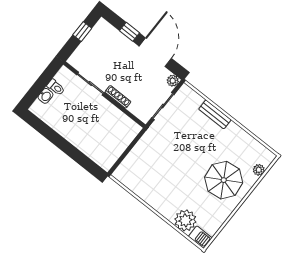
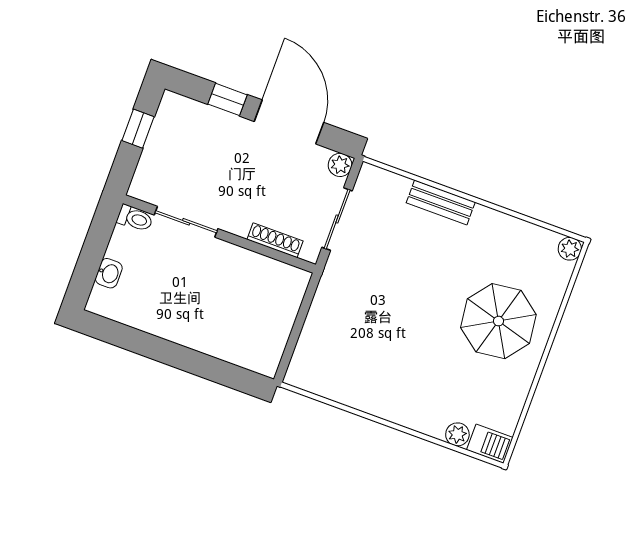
toilet: (56, 87) -> (135, 218), moved
shoe rack: (118, 97) -> (275, 240), moved
plant: (259, 170) -> (570, 249), moved
plant: (185, 220) -> (457, 434), width x0.53, depth x0.53

